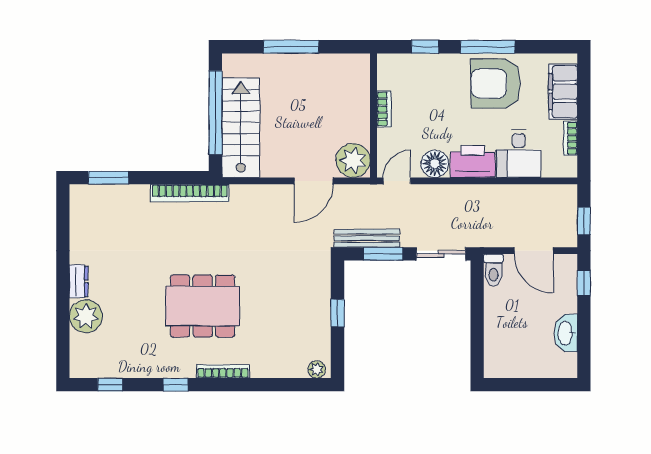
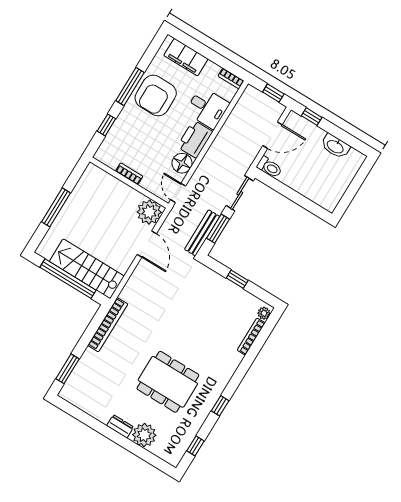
bookcase: (570, 138) -> (231, 78), moved
dining table: (203, 306) -> (168, 382), moved, turned 90
bookcase: (223, 371) -> (251, 337), moved

